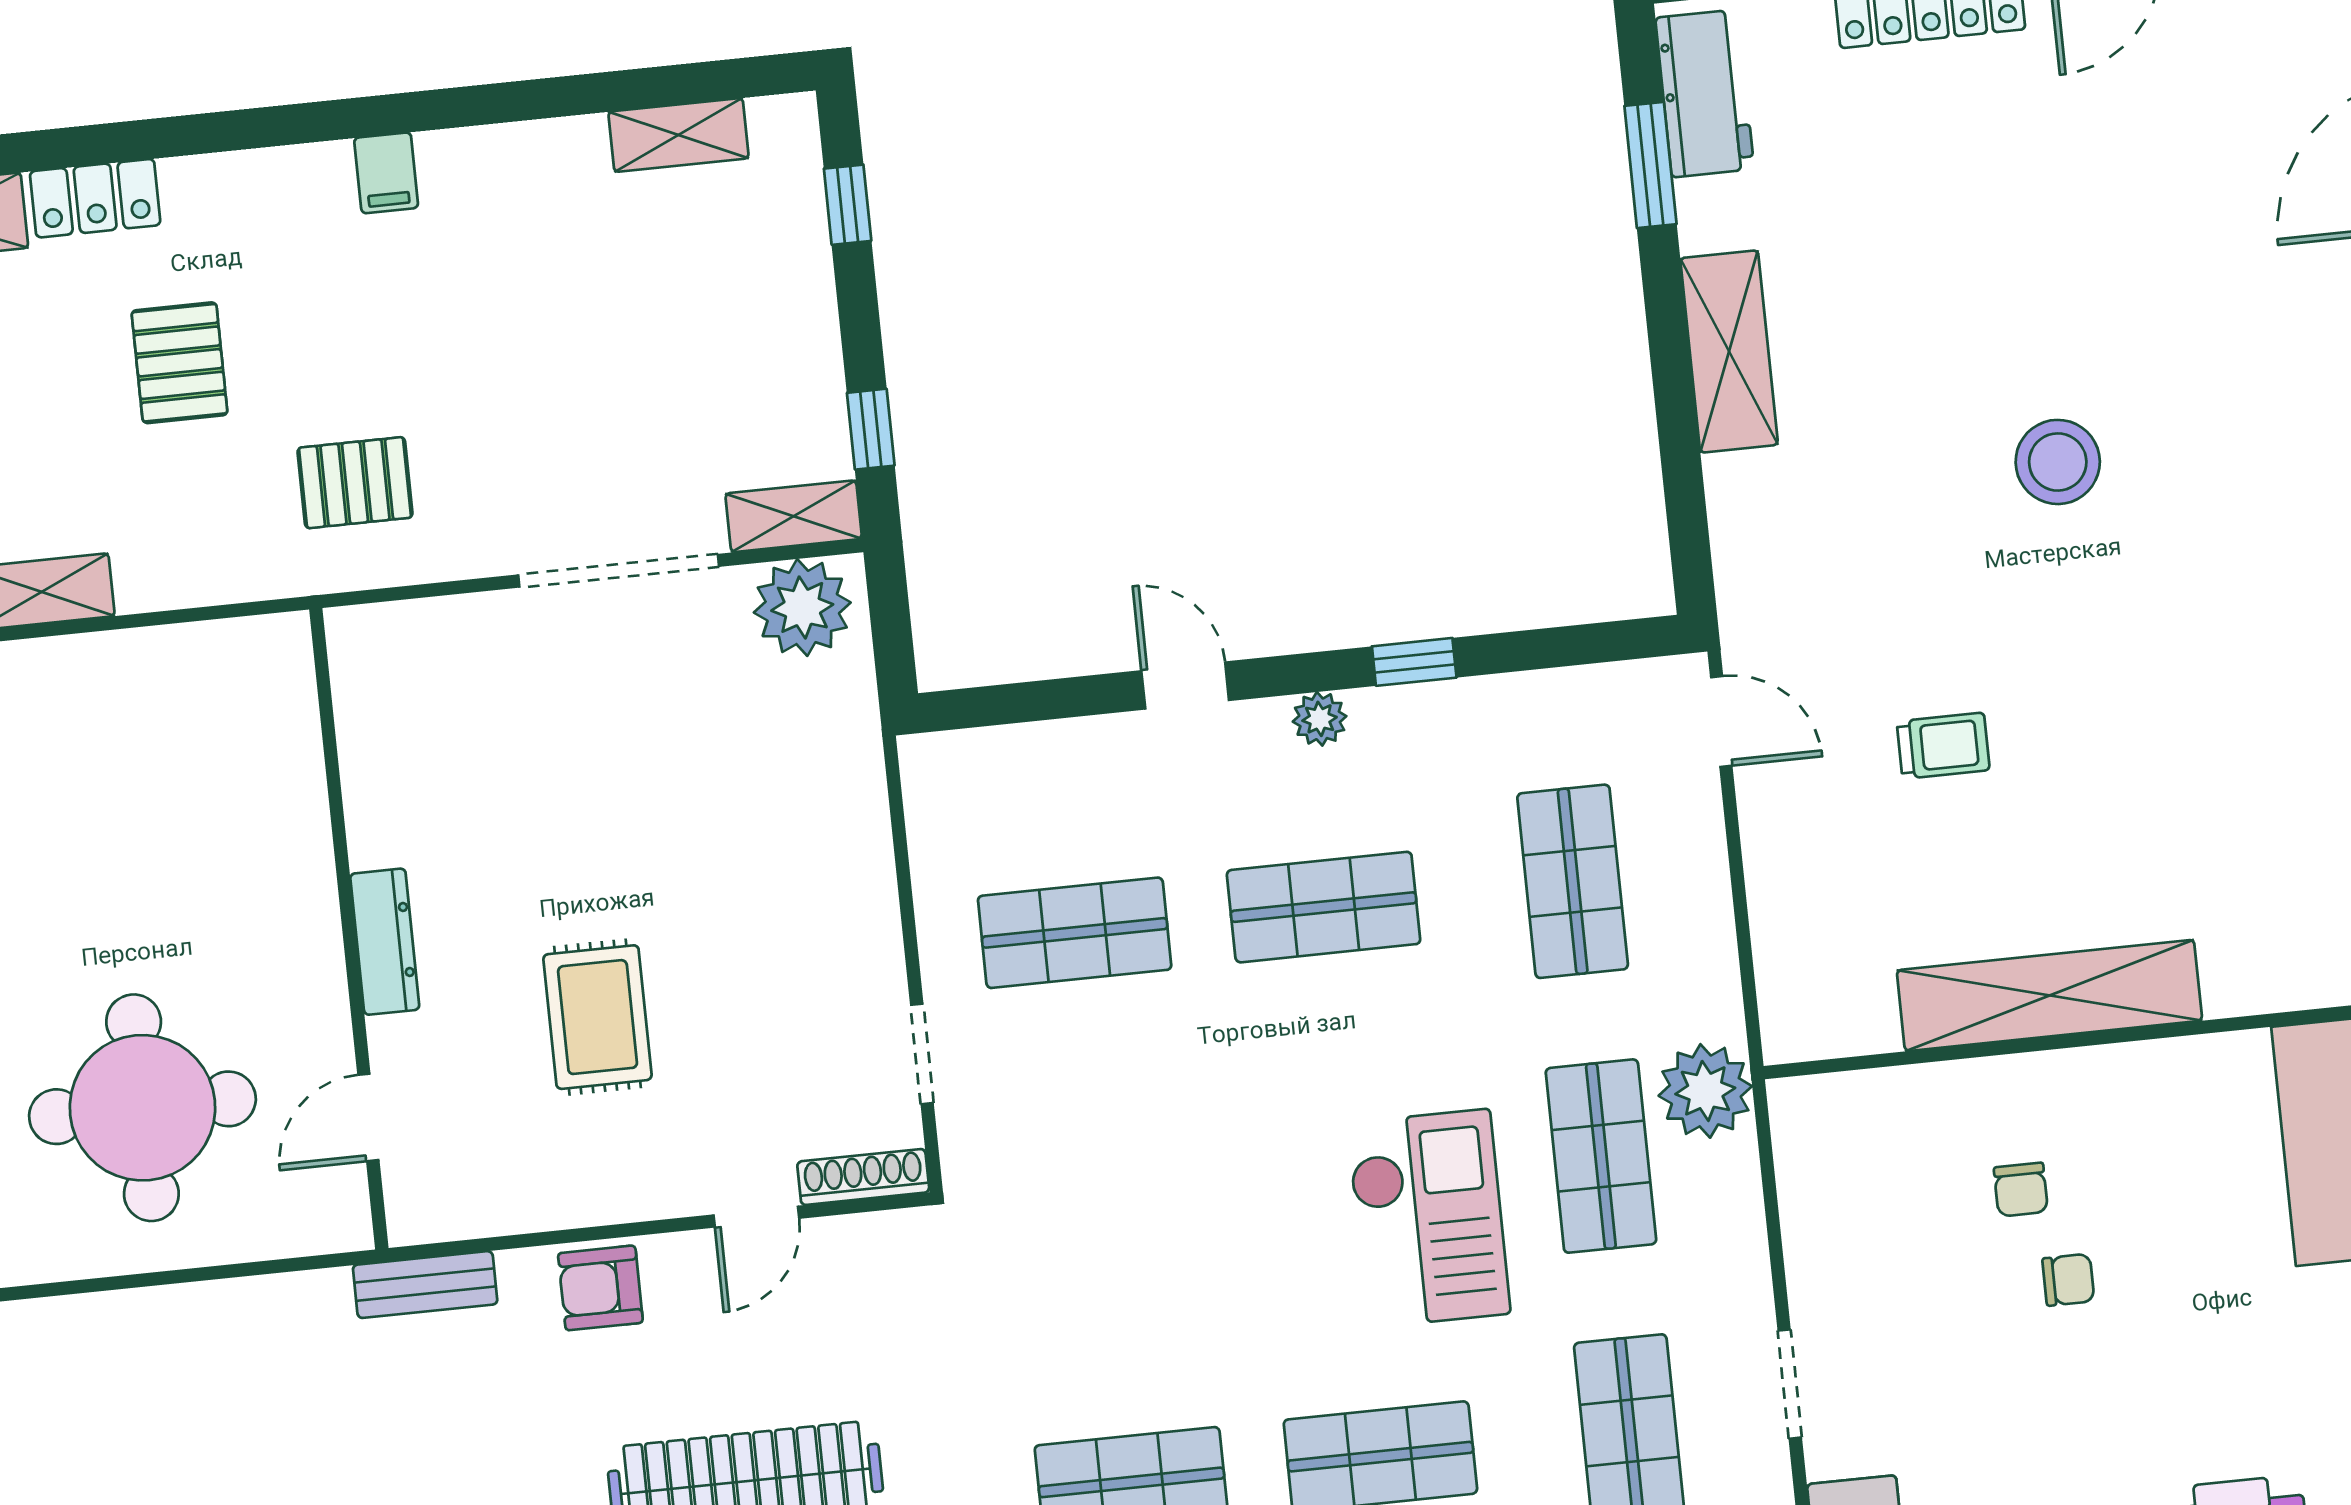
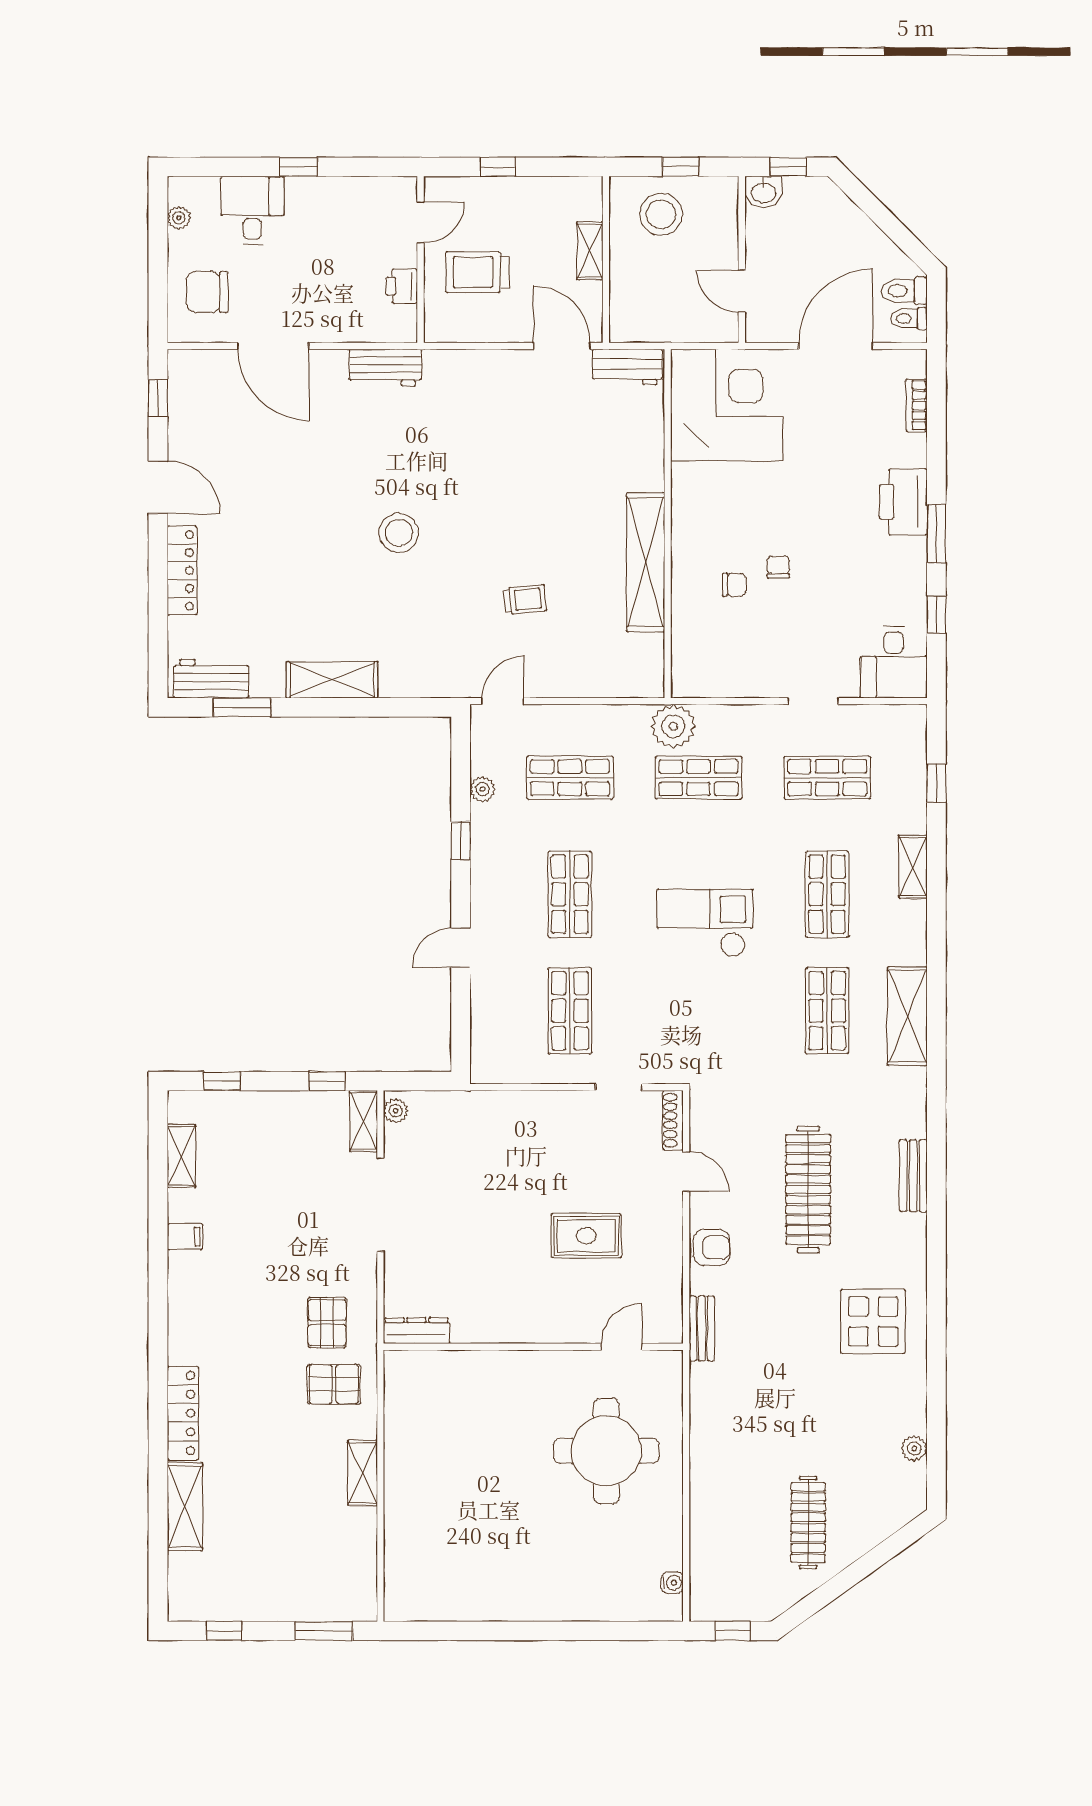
filing cabinet: (386, 173) -> (185, 1237), moved
locker: (95, 198) -> (183, 1413), width x1.53
pallet: (180, 363) -> (334, 1384), moved
plant: (802, 607) -> (396, 1111), width x0.53, depth x0.53
plant: (1320, 719) -> (483, 789), moved
trolley: (1943, 746) -> (525, 600), turned 84
dresser: (385, 942) -> (417, 1331), moved
door: (368, 1117) -> (622, 1347), swing flipped
checkout: (1428, 1218) -> (705, 923), moved
armchair: (600, 1288) -> (712, 1247), turned -90

